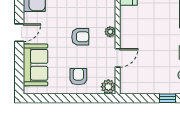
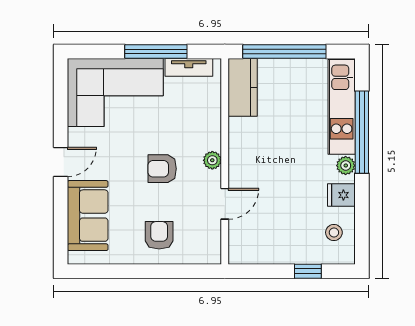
armchair: (80, 37) -> (162, 169), turned 180
plant: (108, 87) -> (209, 252), removed

